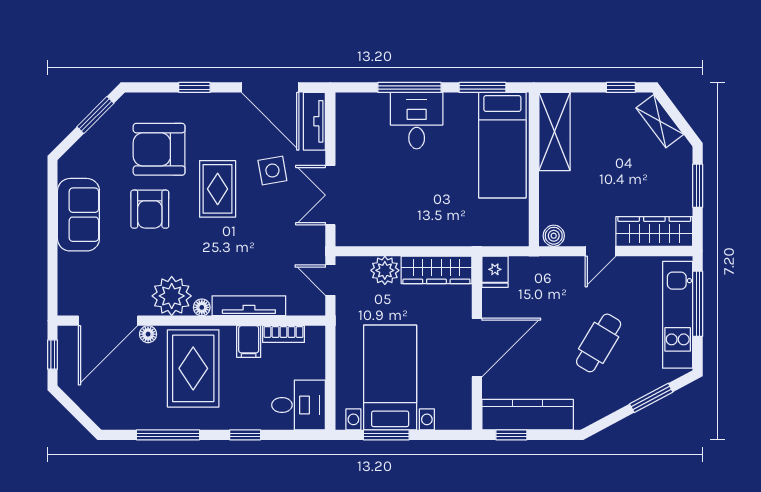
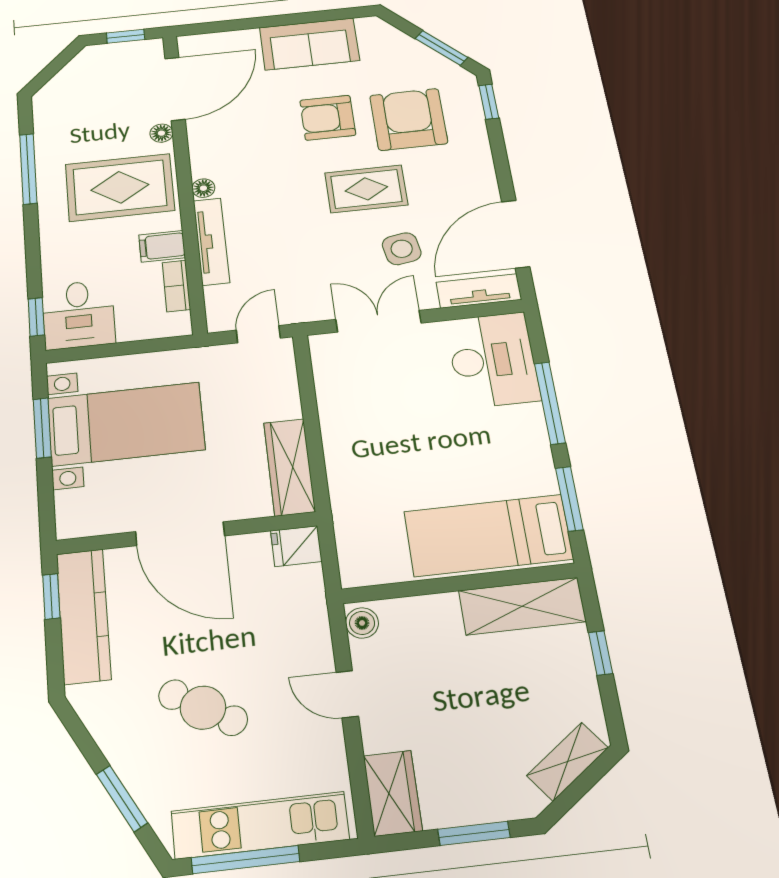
window: (194, 87) -> (489, 102), moved
window: (621, 87) -> (601, 653), moved
desk: (417, 121) -> (493, 360), moved, width x1.37
wardrobe: (654, 231) -> (393, 793), width x0.67
plant: (385, 270) -> (280, 400), removed
plant: (172, 296) -> (215, 153), removed
window: (698, 304) -> (245, 860), moved
door: (108, 321) -> (175, 89), swing flipped
window: (245, 435) -> (36, 317), moved

